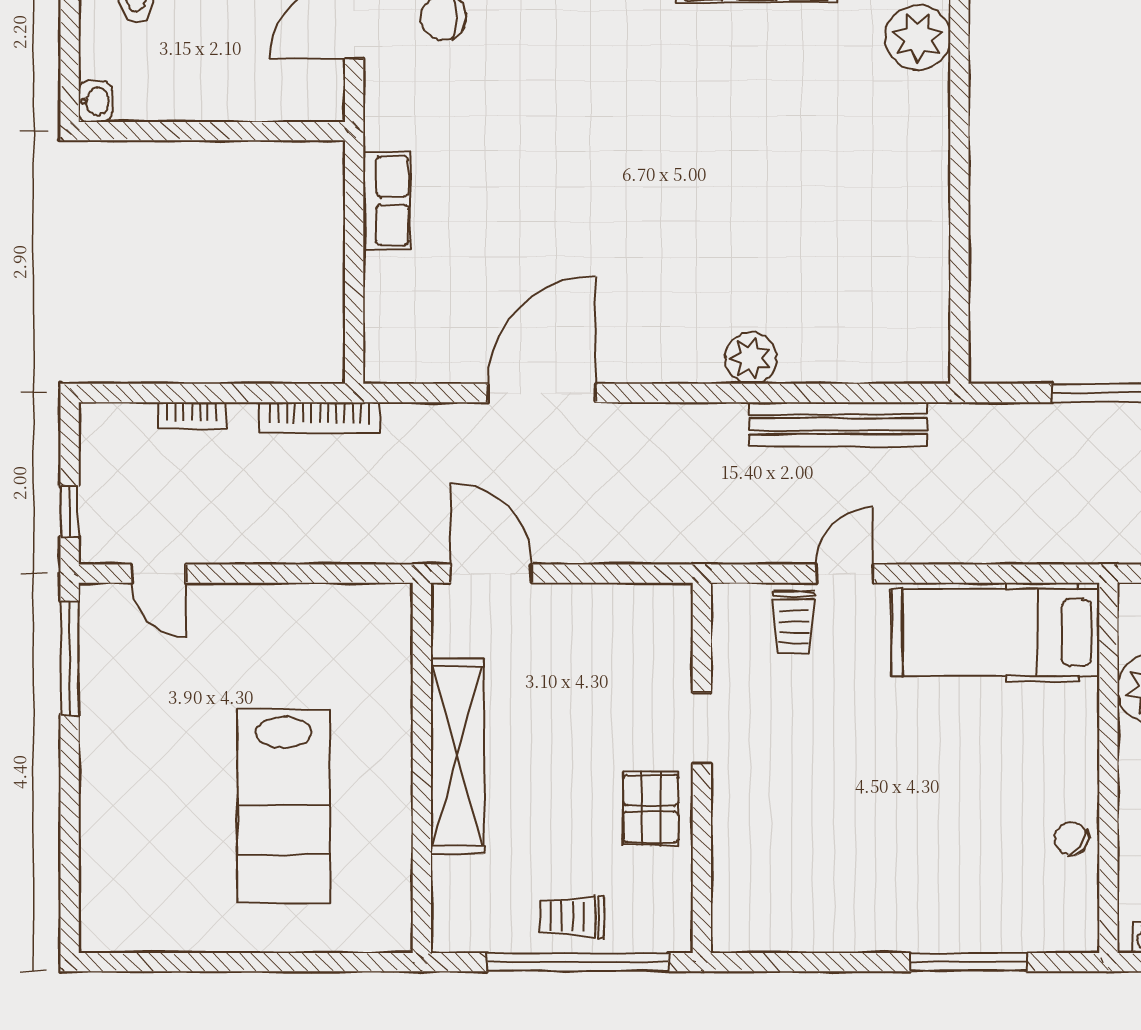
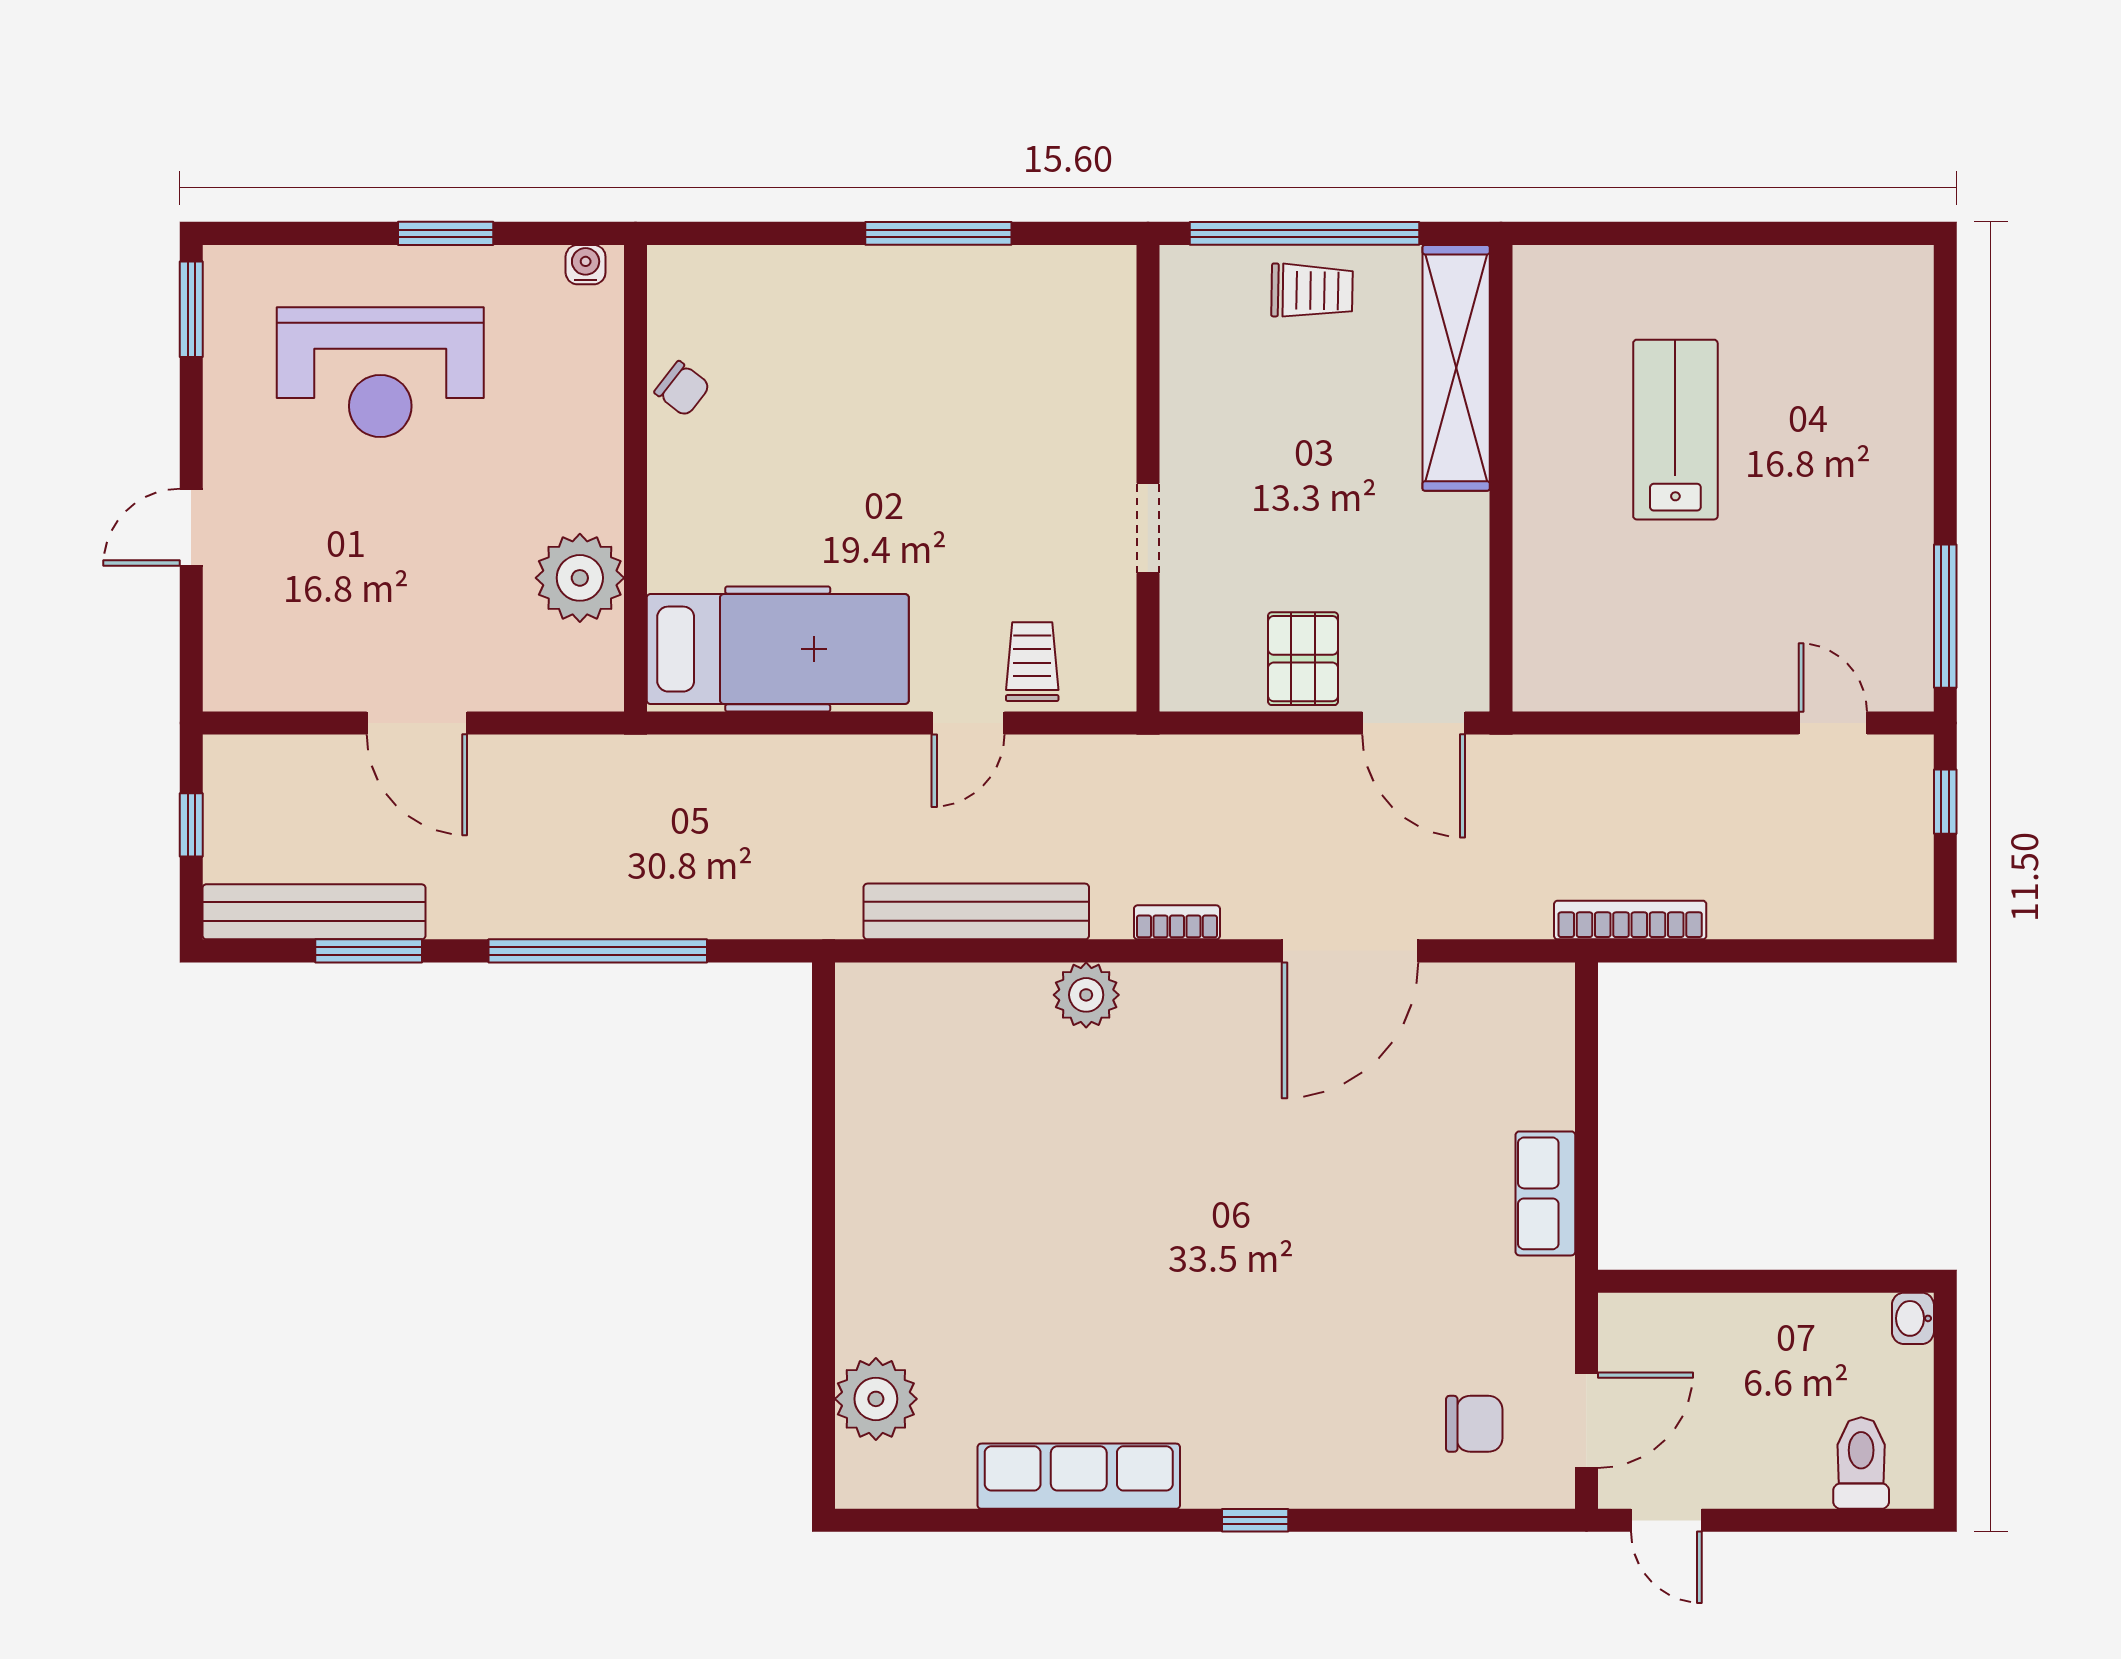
bookcase: (191, 416) -> (1177, 922), moved
shelving: (458, 756) -> (1456, 368), moved
lab bench: (284, 806) -> (1675, 430), width x0.73, depth x0.72
pallet: (651, 809) -> (1303, 659), moved
window: (968, 962) -> (938, 233), moved

